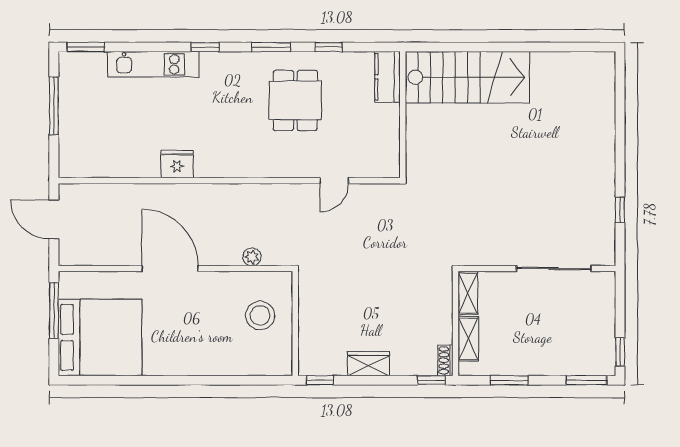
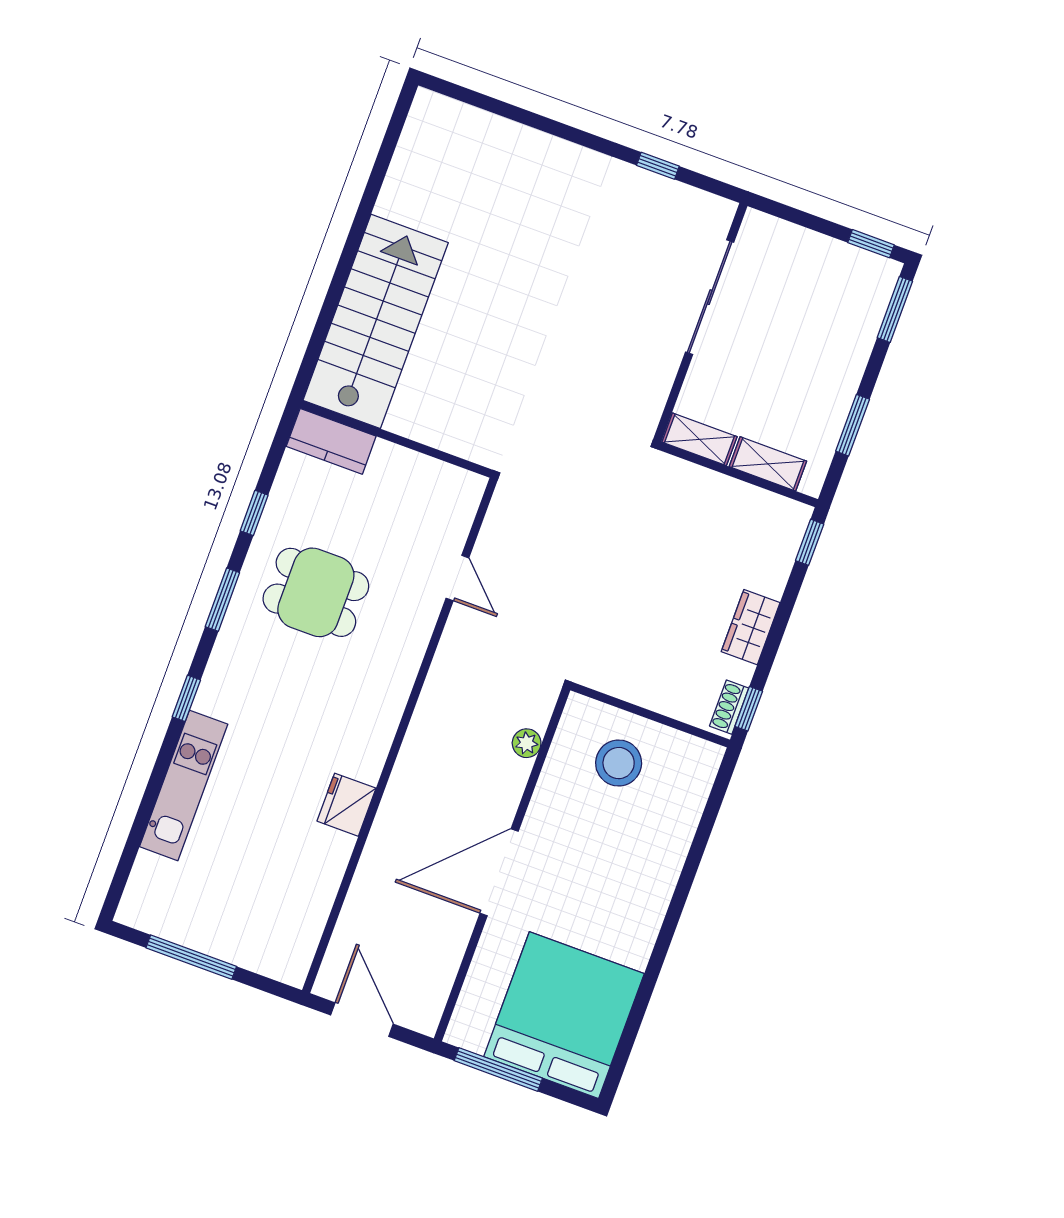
window: (86, 47) -> (121, 877), removed
door: (54, 219) -> (362, 1020), swing flipped
shoe rack: (445, 360) -> (729, 707), moved, turned 90

